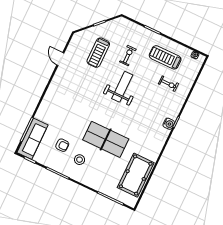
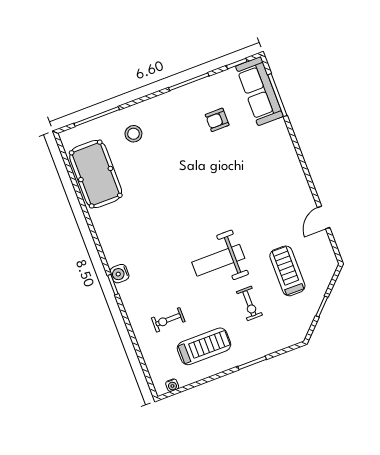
door: (60, 59) -> (324, 218), swing flipped
weight bench: (122, 87) -> (218, 260), turned 90
table tennis table: (106, 139) -> (174, 179), removed
stool: (80, 160) -> (133, 134), moved

